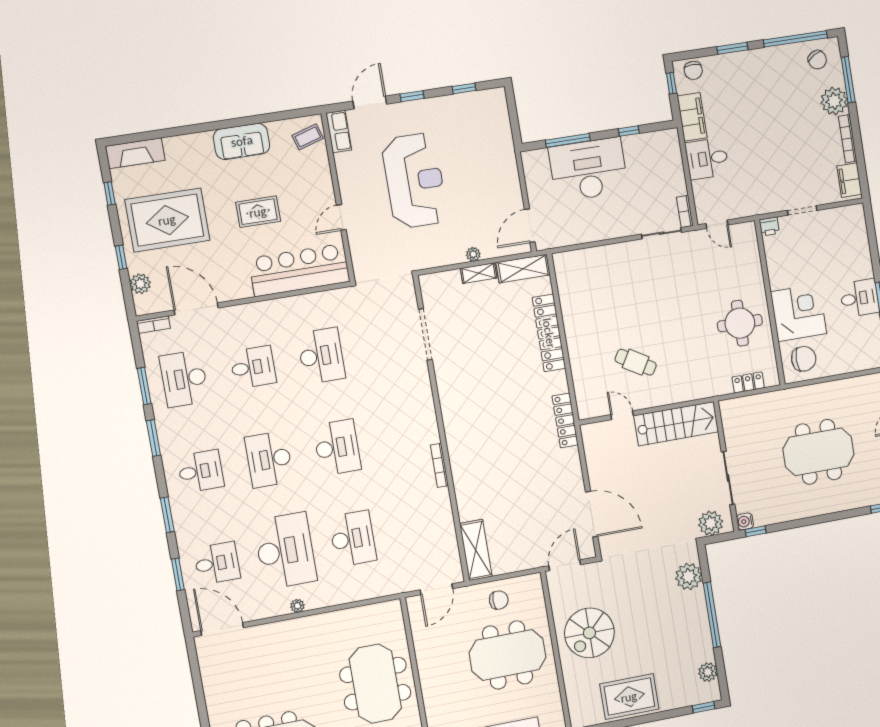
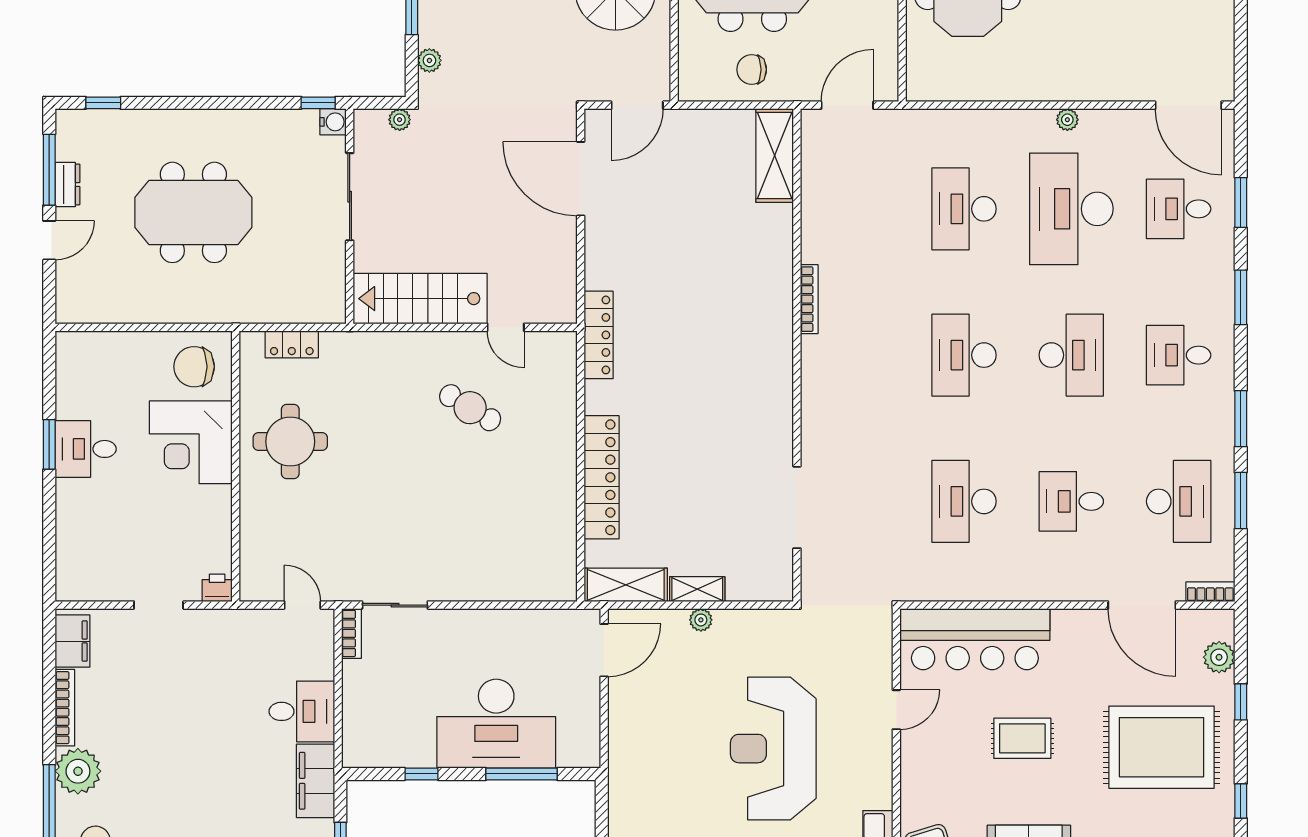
plant: (711, 523) -> (400, 120), width x0.53, depth x0.53
plant: (689, 576) -> (429, 60), width x0.53, depth x0.53

